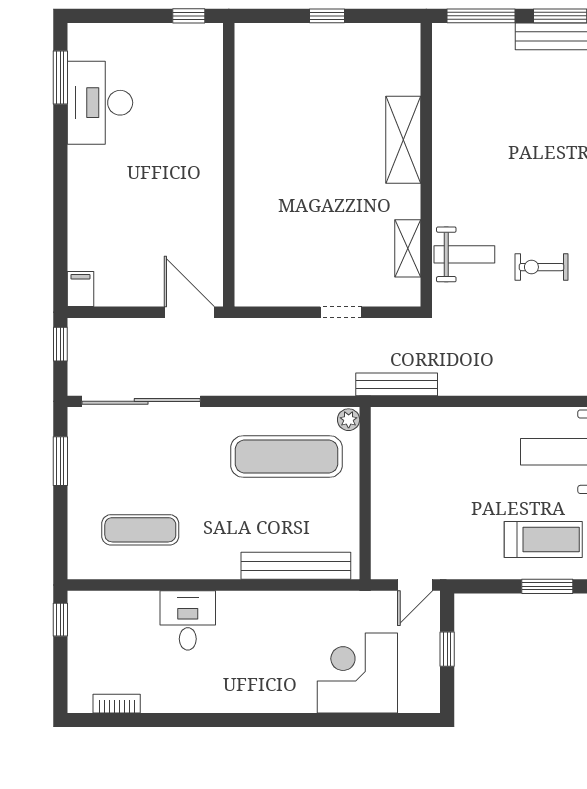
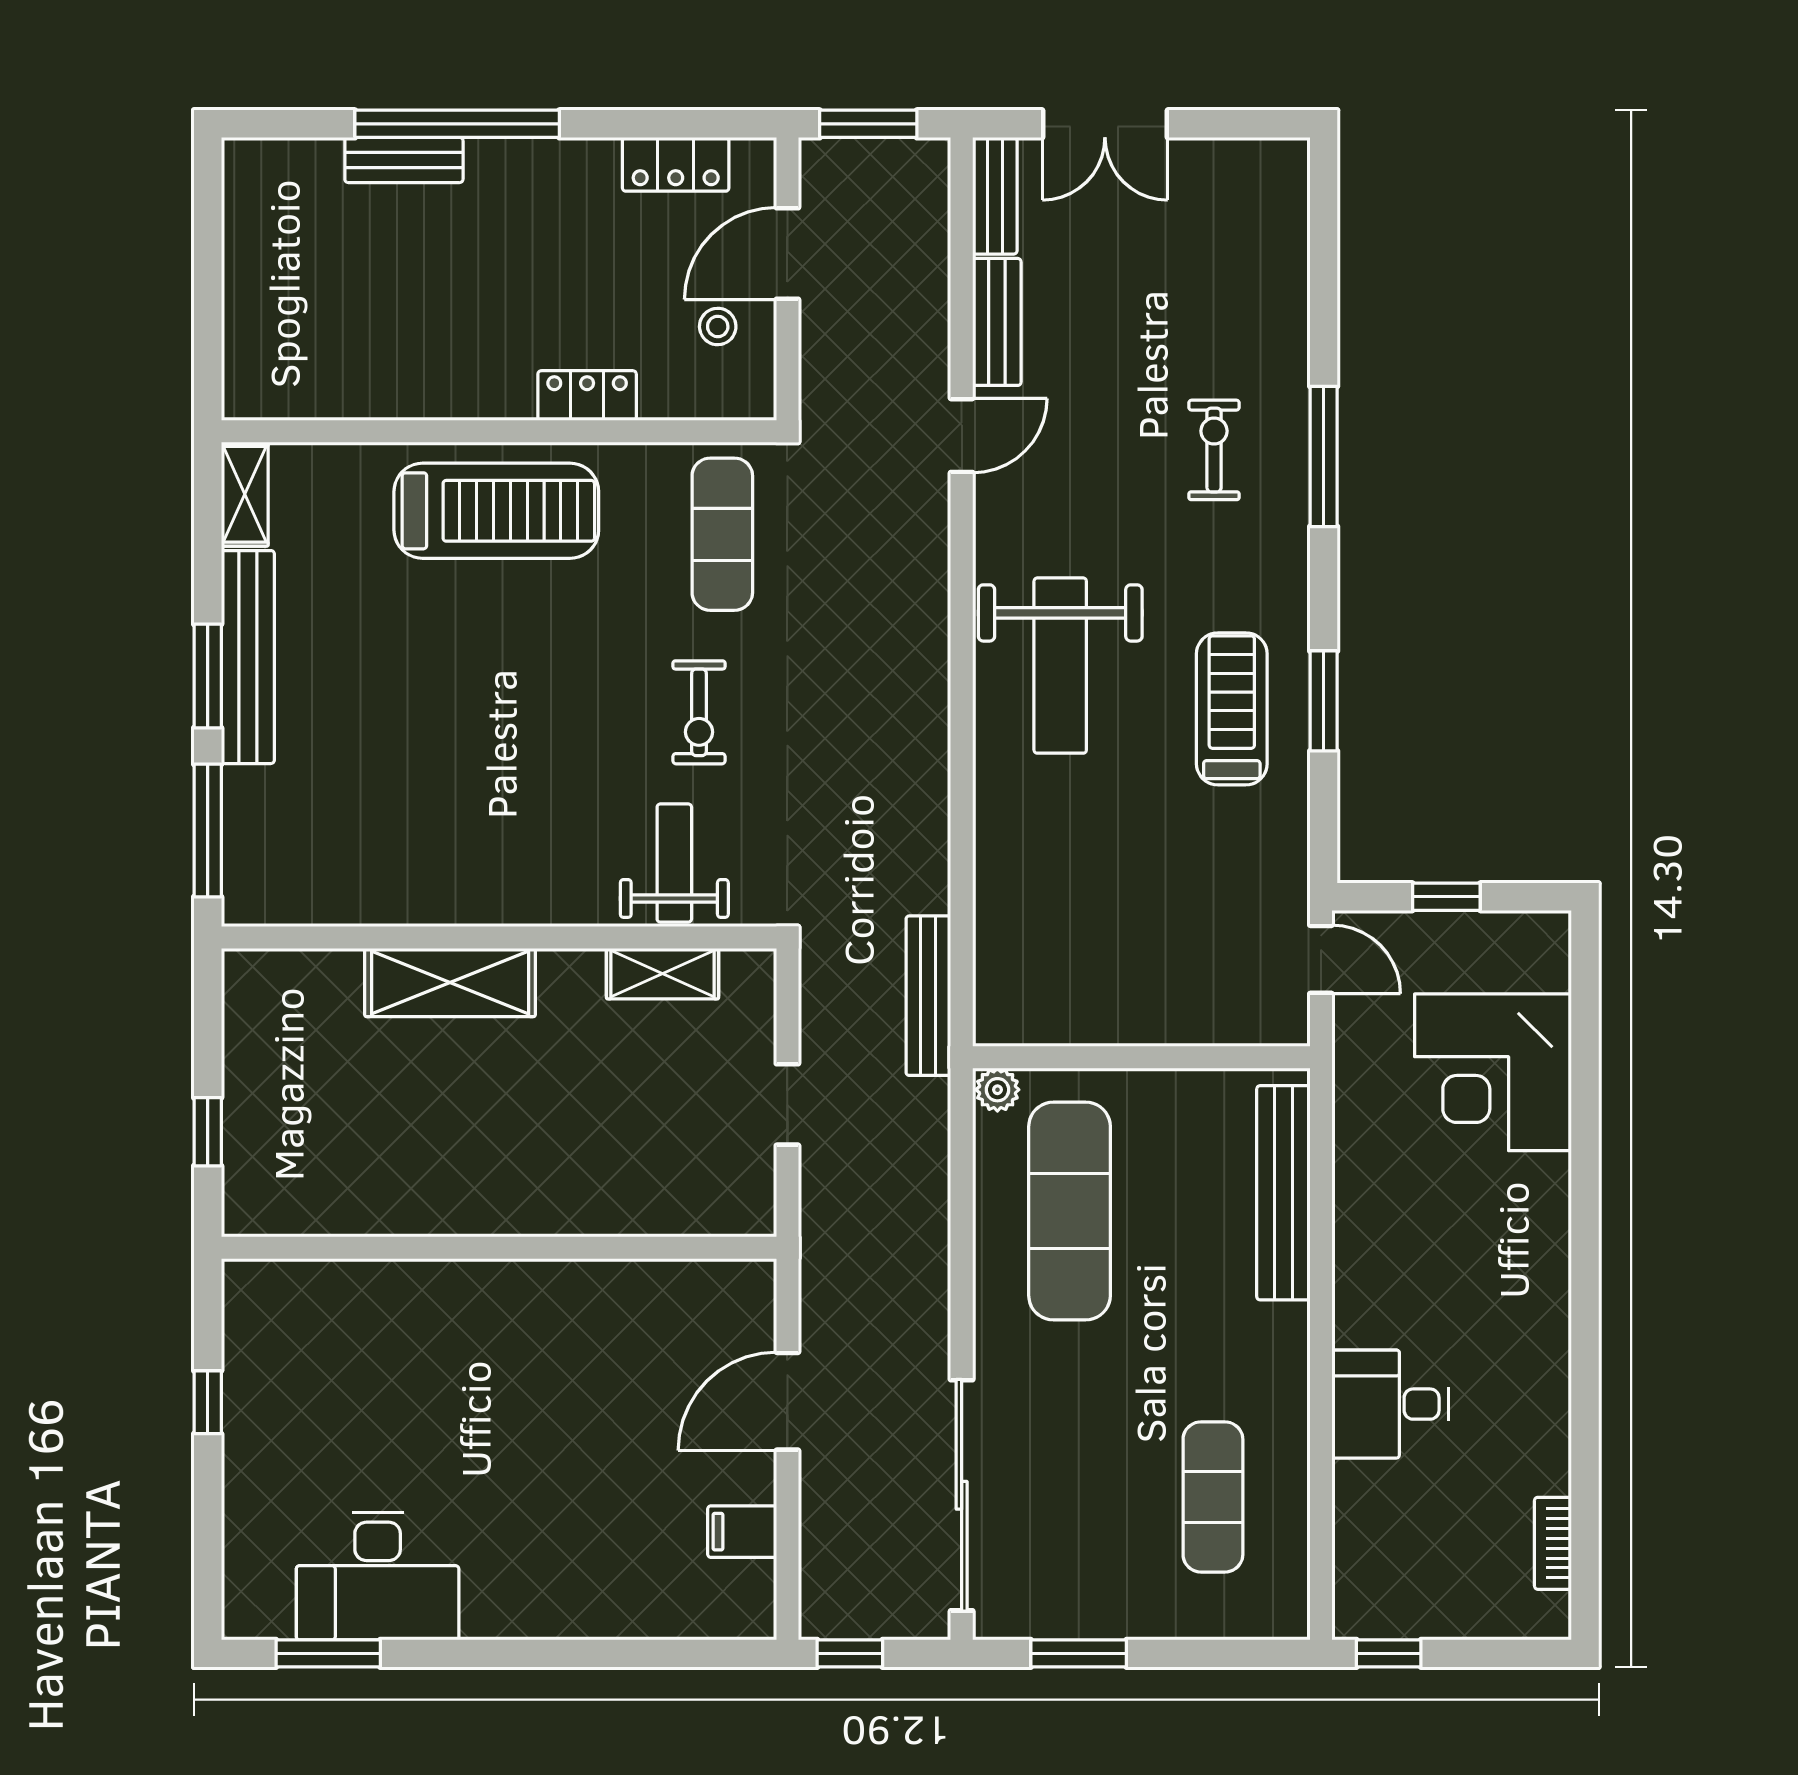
wall: (229, 165) -> (499, 1248), moved
filing cabinet: (80, 289) -> (742, 1532), moved

